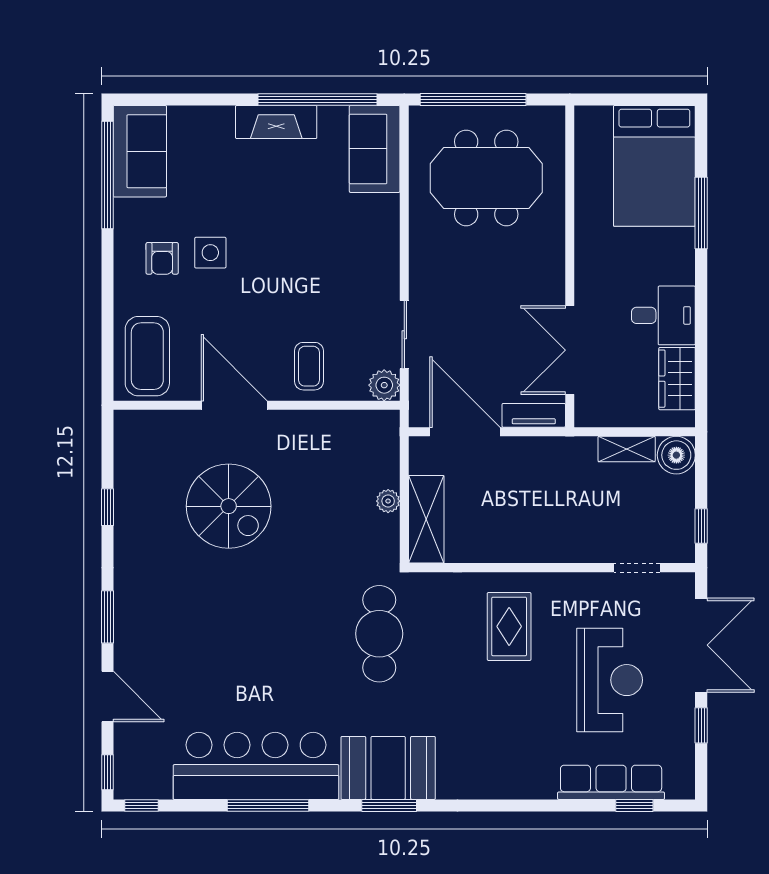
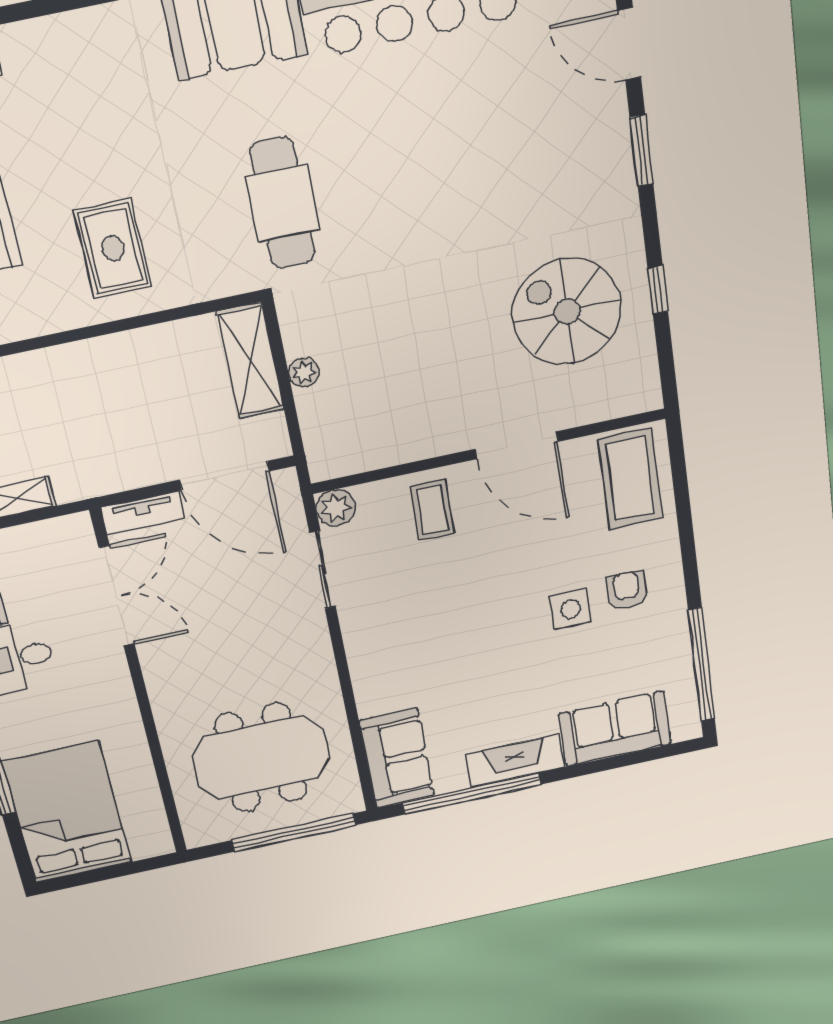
sofa: (140, 151) -> (615, 729), moved, turned 90
spiral stairs: (229, 506) -> (567, 311), moved

